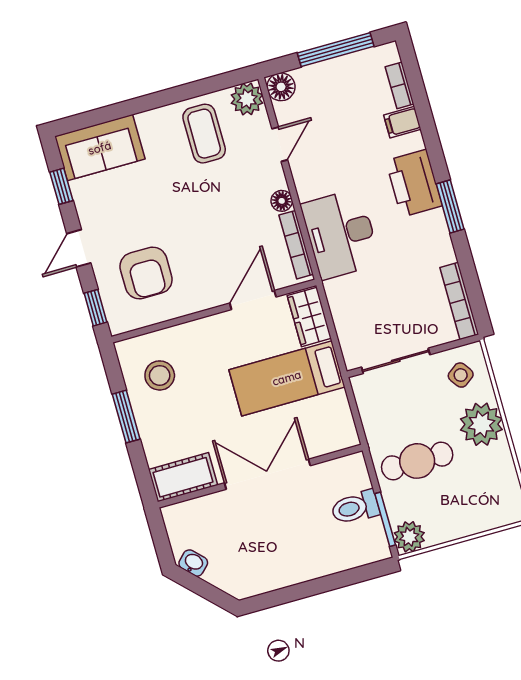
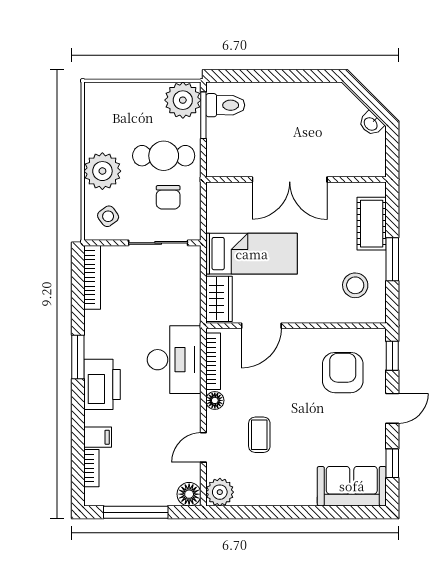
coffee table: (204, 134) -> (259, 435), moved, width x0.73, depth x0.77
chair: (399, 415) -> (168, 197), added
cot: (183, 477) -> (372, 224), moved, turned 90
toilet: (355, 507) -> (225, 105), moved
plant: (409, 537) -> (183, 100), width x1.36, depth x1.36

